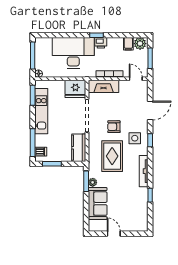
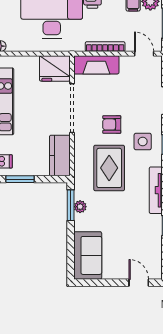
sofa: (98, 204) -> (88, 255), moved
door: (114, 234) -> (139, 283), moved

